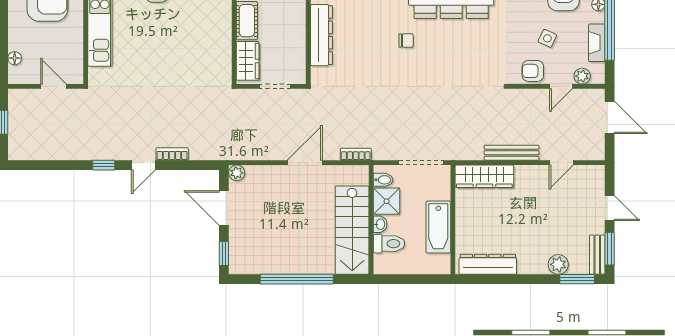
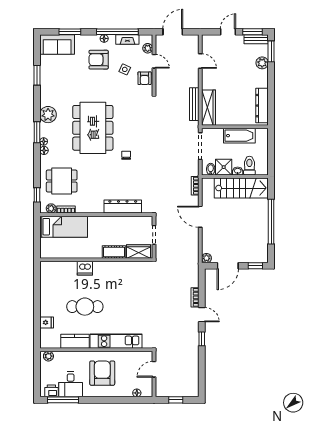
bench: (512, 153) -> (194, 104), moved

